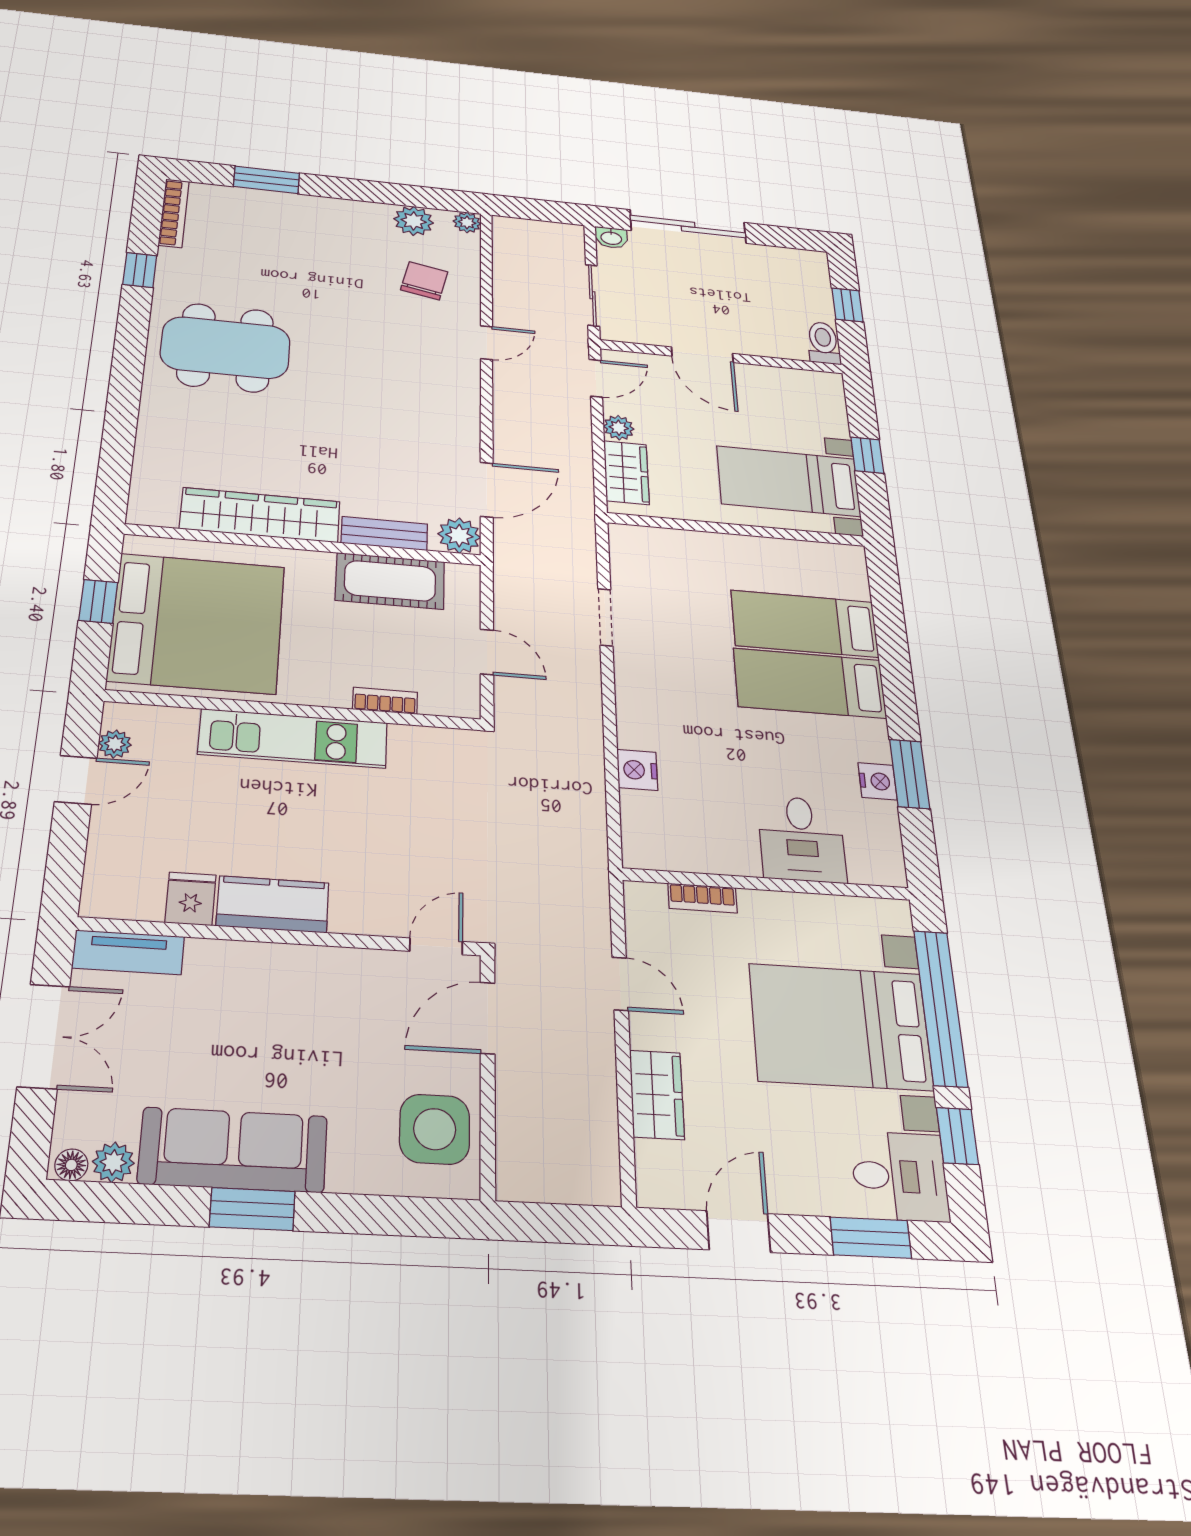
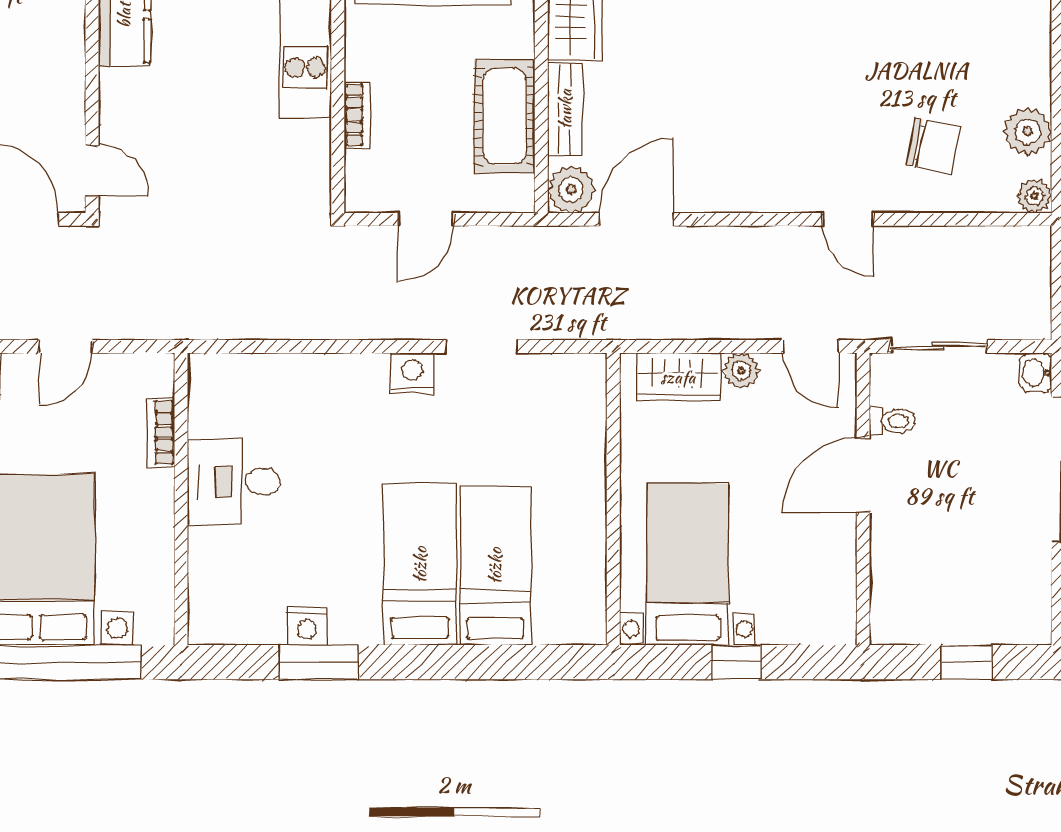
toilet: (823, 343) -> (892, 421), moved, width x0.73, depth x0.72
door: (487, 490) -> (636, 219), swing flipped
nightstand: (637, 770) -> (412, 373), moved
desk: (802, 839) -> (234, 482), moved

